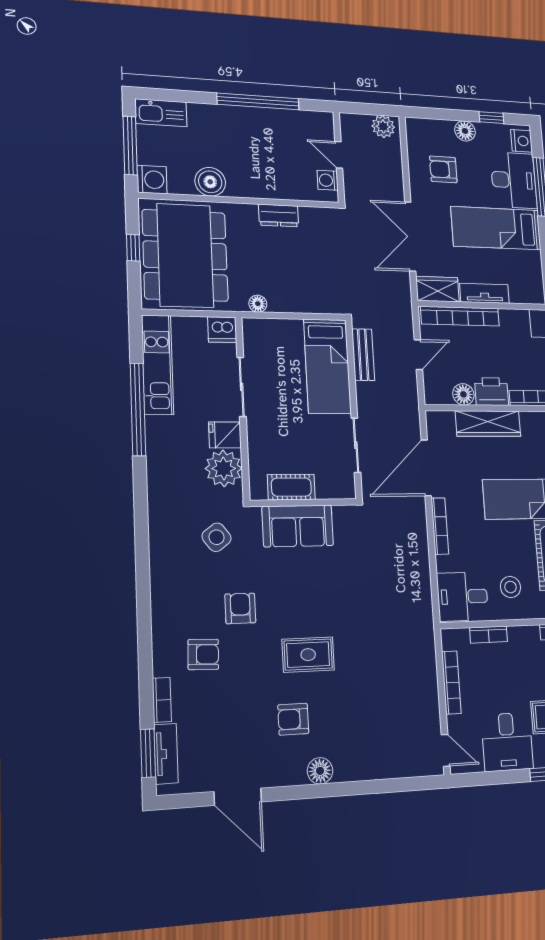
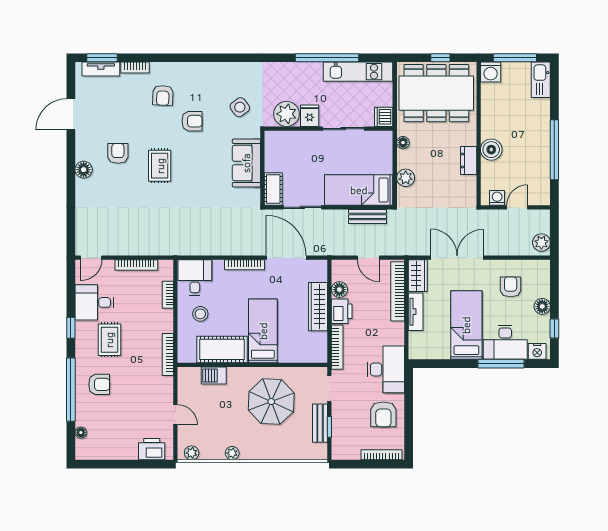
boiler: (210, 182) -> (491, 150), moved
plant: (307, 301) -> (406, 178), added
cot: (291, 487) -> (273, 189), moved

